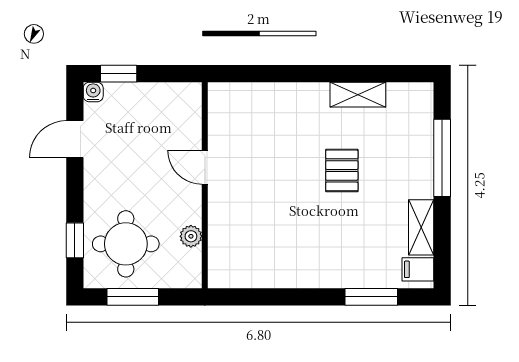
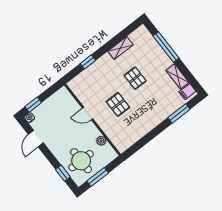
window: (279, 74) -> (88, 62), added
pallet: (273, 194) -> (118, 104), added

